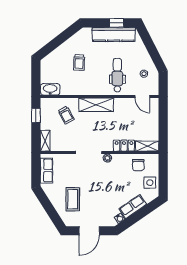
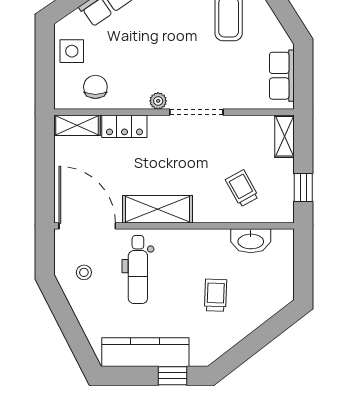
window: (117, 23) -> (172, 376), moved
washbasin: (50, 89) -> (251, 241), moved
door: (142, 97) -> (87, 226), width x1.87
shelving: (96, 105) -> (158, 209), moved

